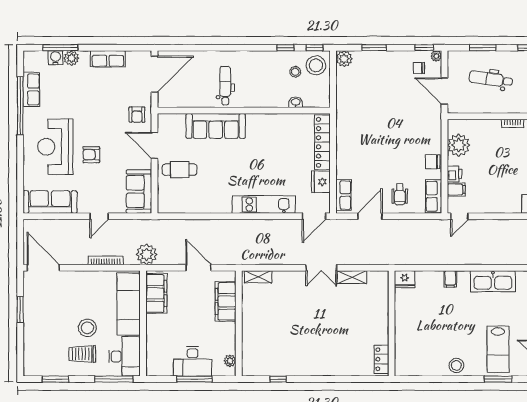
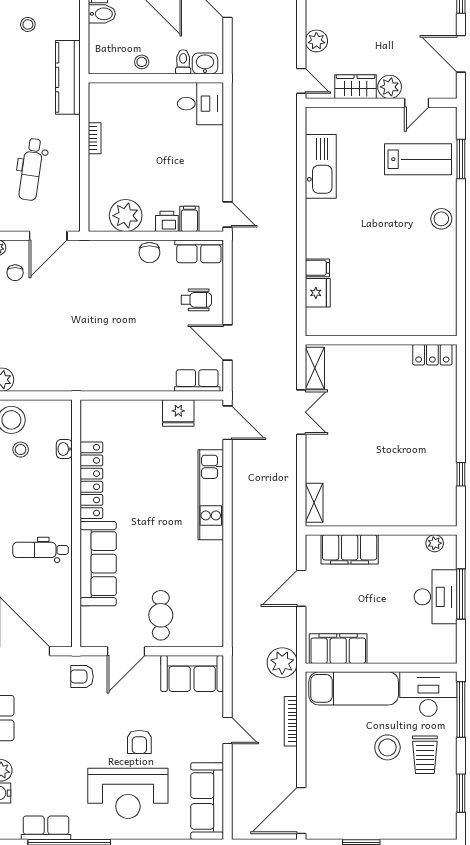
armchair: (137, 115) -> (82, 676), turned 180
locker: (322, 142) -> (91, 480), moved, turned -90
filing cabinet: (450, 279) -> (317, 268), moved
wall: (392, 323) -> (381, 340), moved
locker: (381, 359) -> (432, 355), moved

